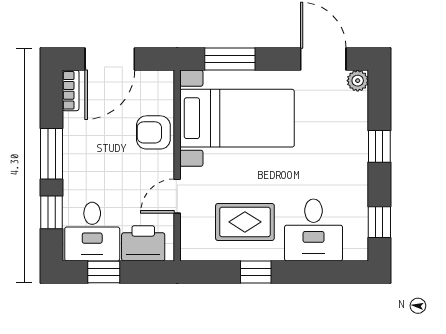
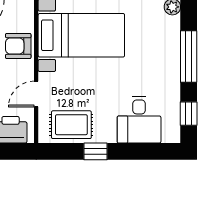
window: (379, 146) -> (189, 57), width x2.17
rug: (245, 222) -> (71, 125), moved

